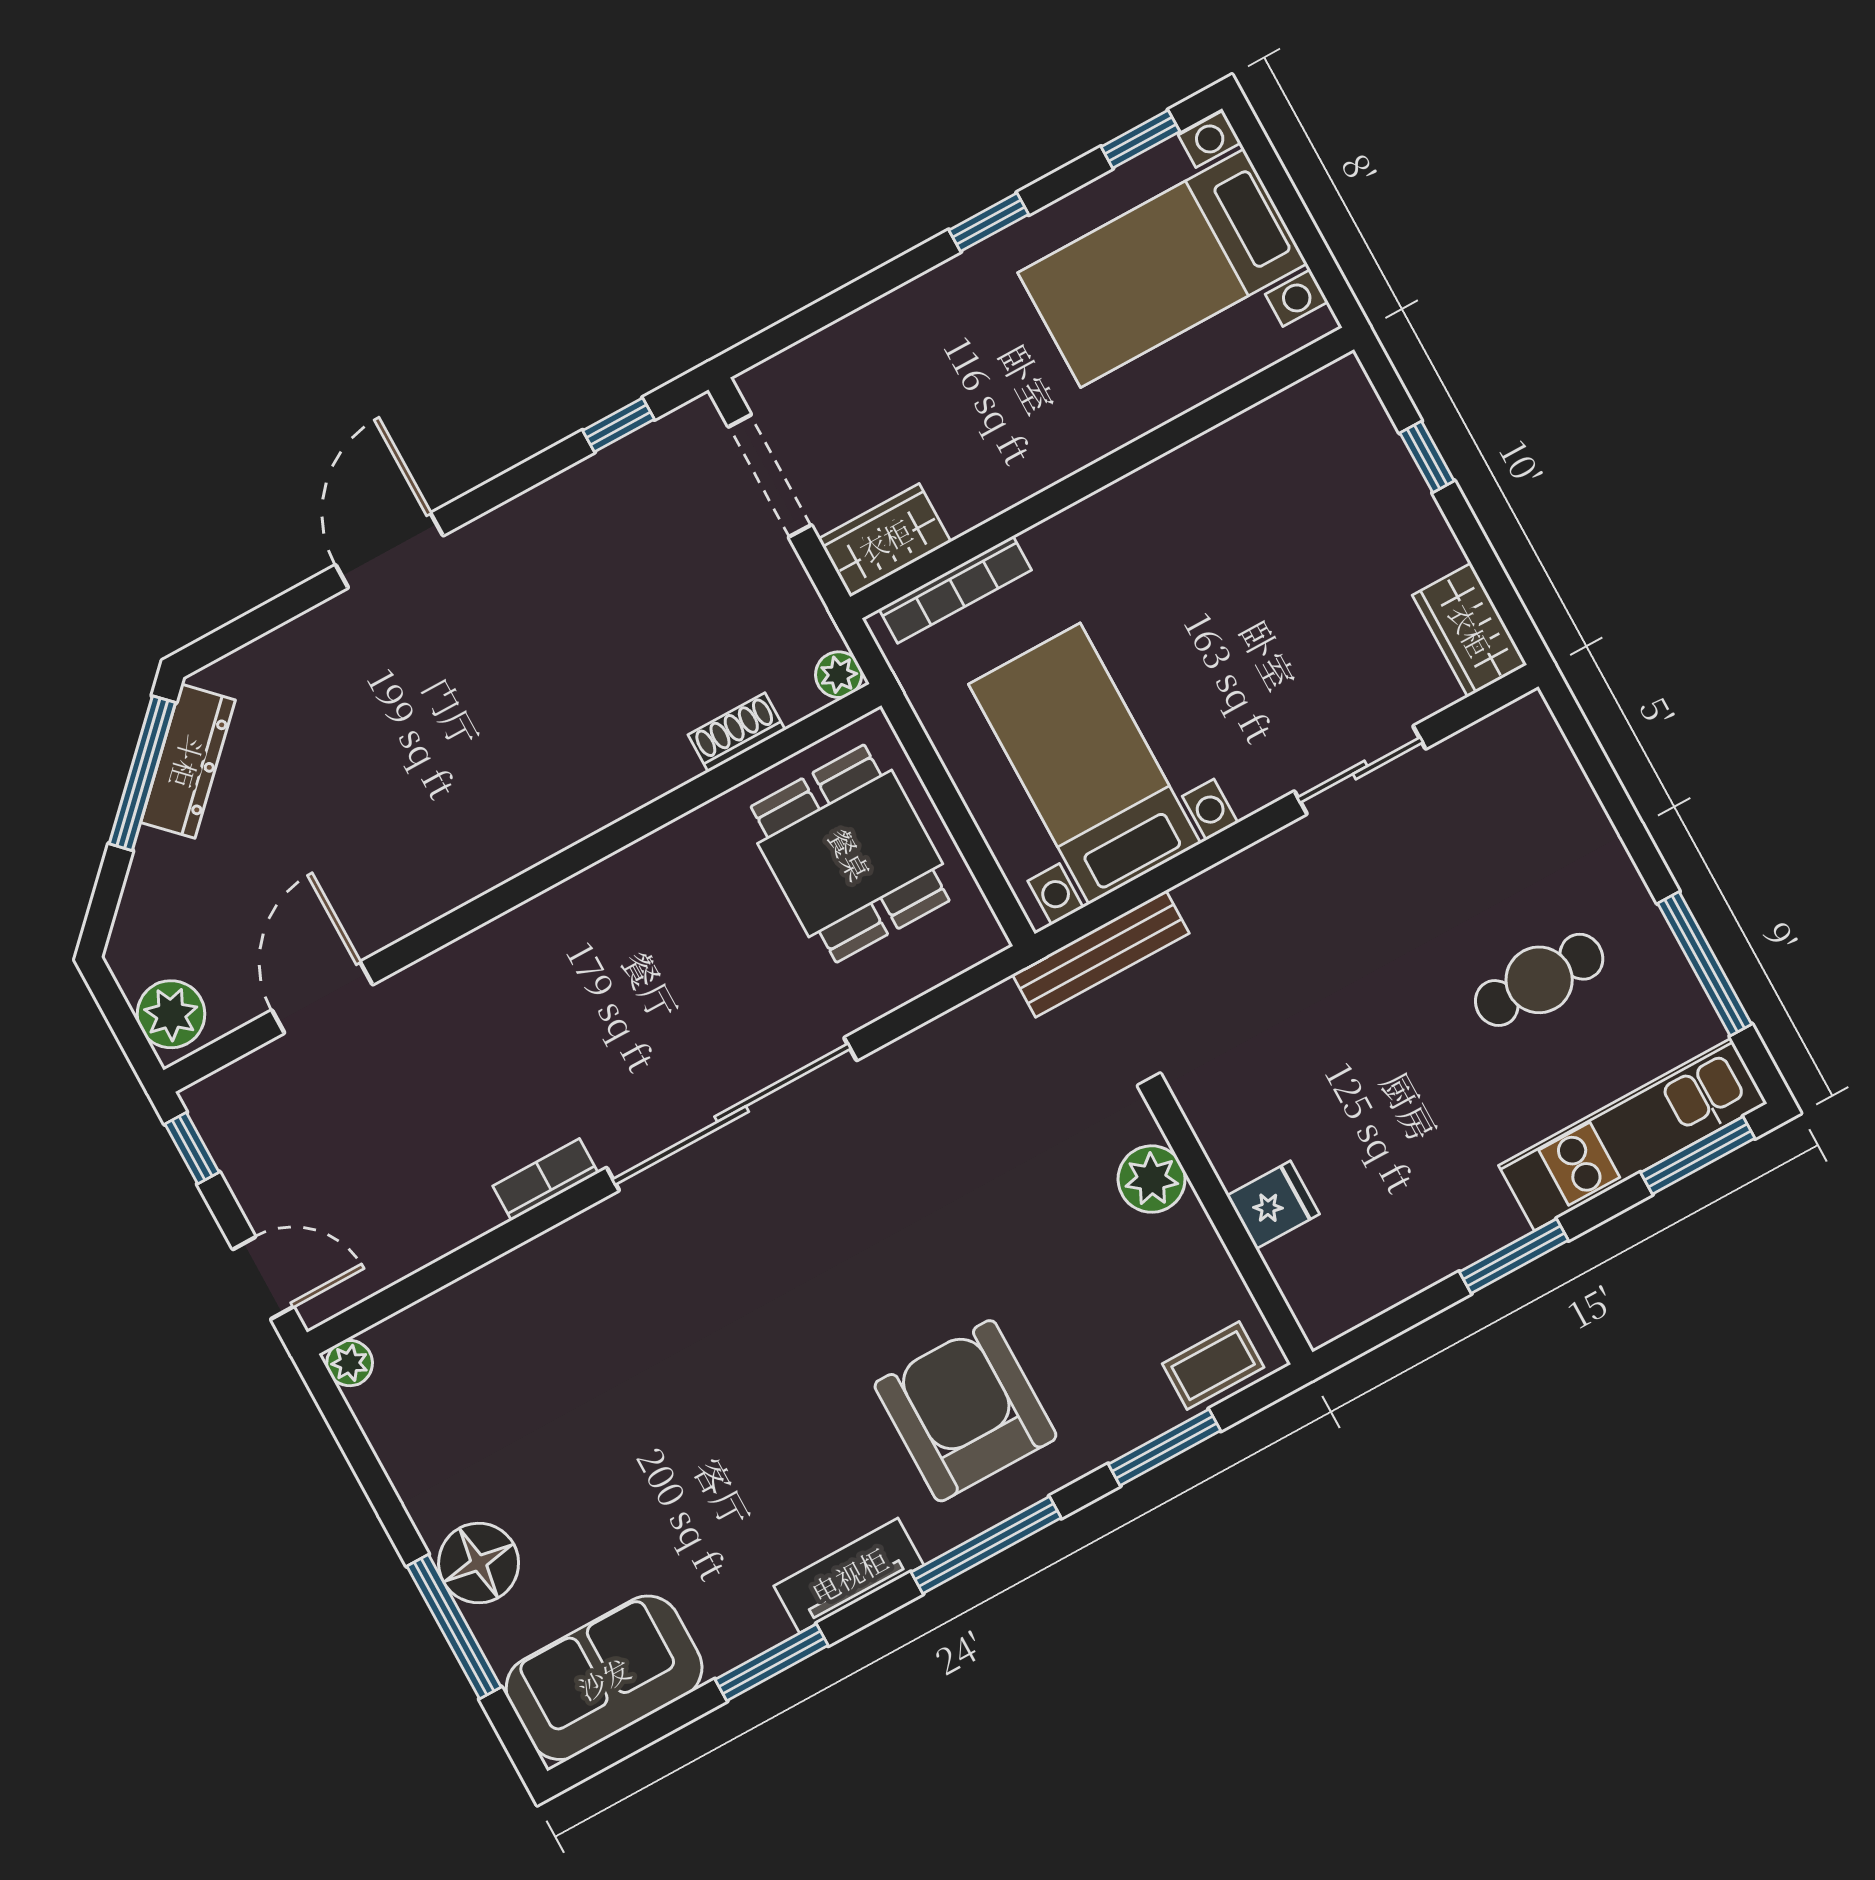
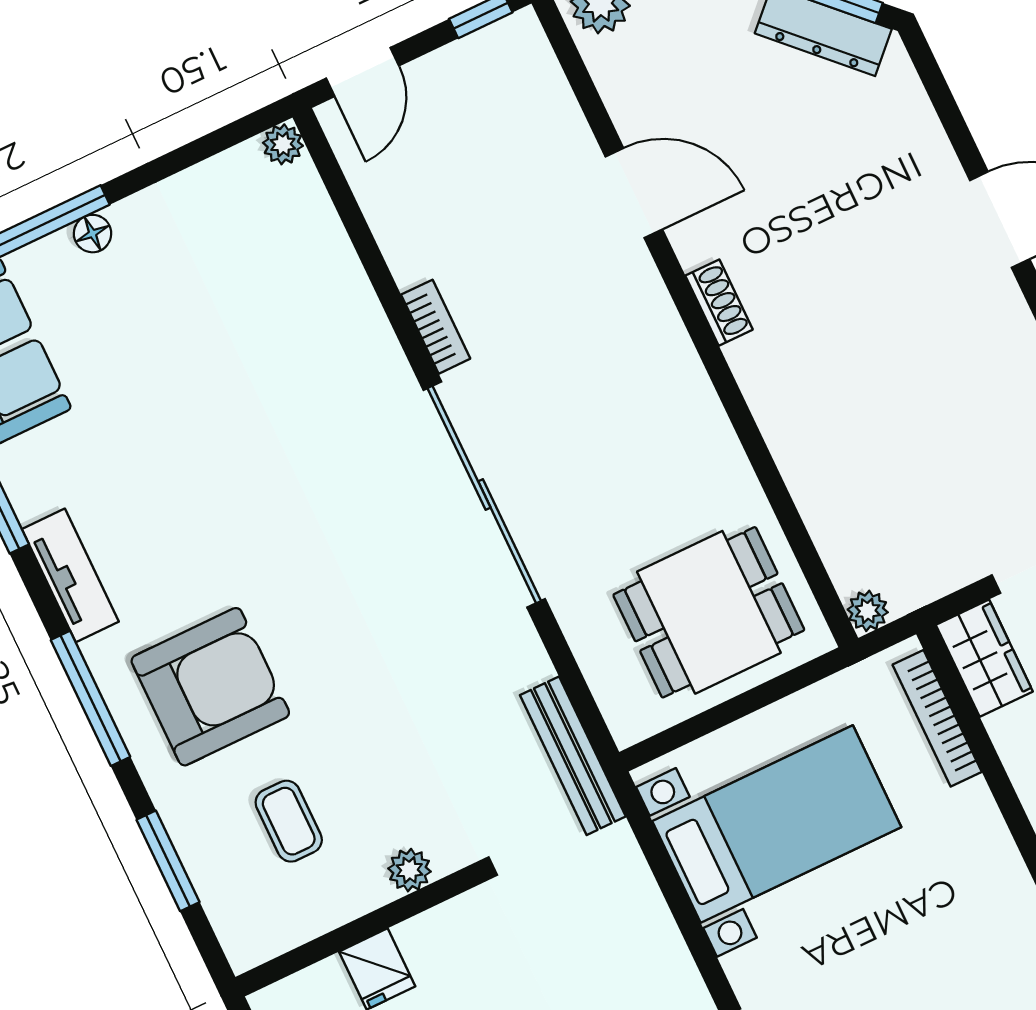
shoe rack: (737, 732) -> (719, 303), moved
bench: (1101, 954) -> (573, 756), moved
door: (322, 997) -> (634, 193), moved
plant: (1152, 1179) -> (409, 870), width x0.73, depth x0.73
coffee table: (1213, 1366) -> (289, 821), moved
floor lamp: (479, 1563) -> (93, 234), width x0.53, depth x0.53

